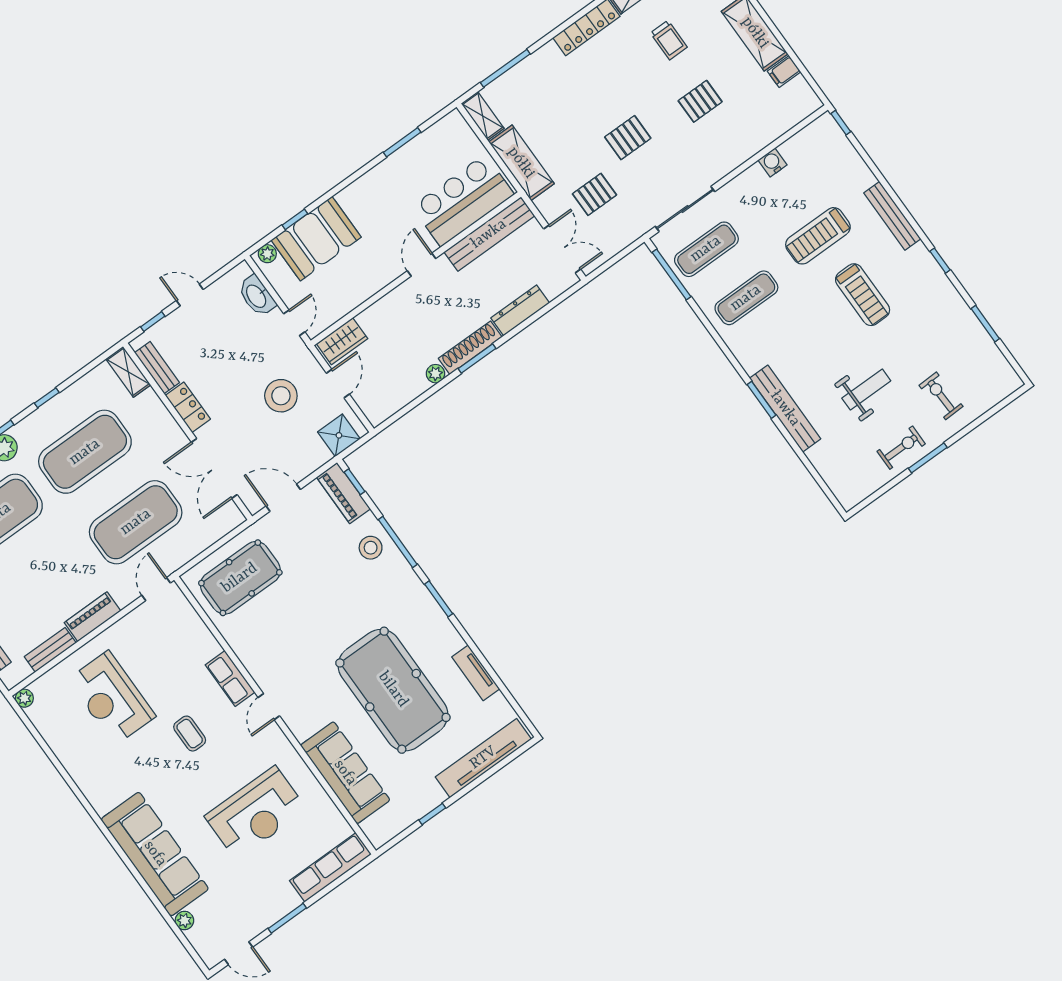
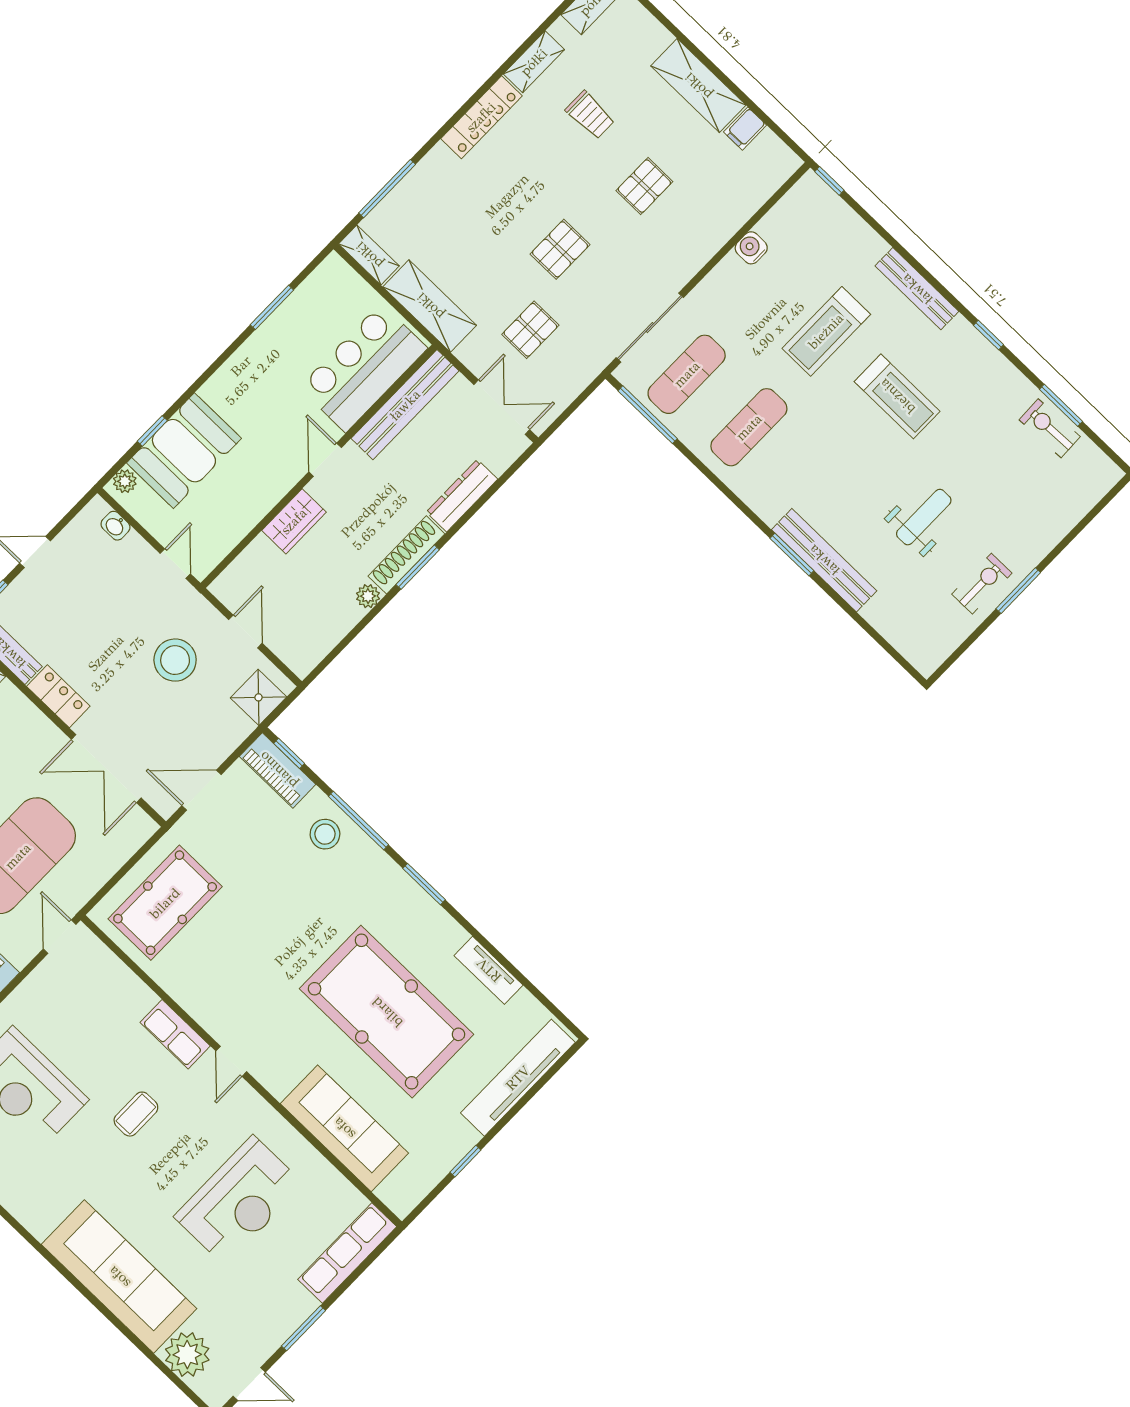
washbasin: (257, 296) -> (115, 526), width x0.52, depth x0.69
wardrobe: (342, 341) -> (294, 521), moved
exercise bike: (941, 396) -> (1050, 428), moved
coffee table: (190, 734) -> (136, 1114), turned 90
plant: (184, 920) -> (187, 1355), width x1.88, depth x1.88

